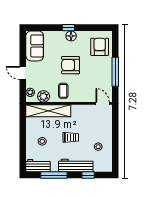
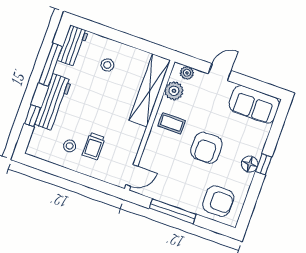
armchair: (71, 65) -> (206, 148), turned 180
trolley: (71, 137) -> (94, 146), moved

